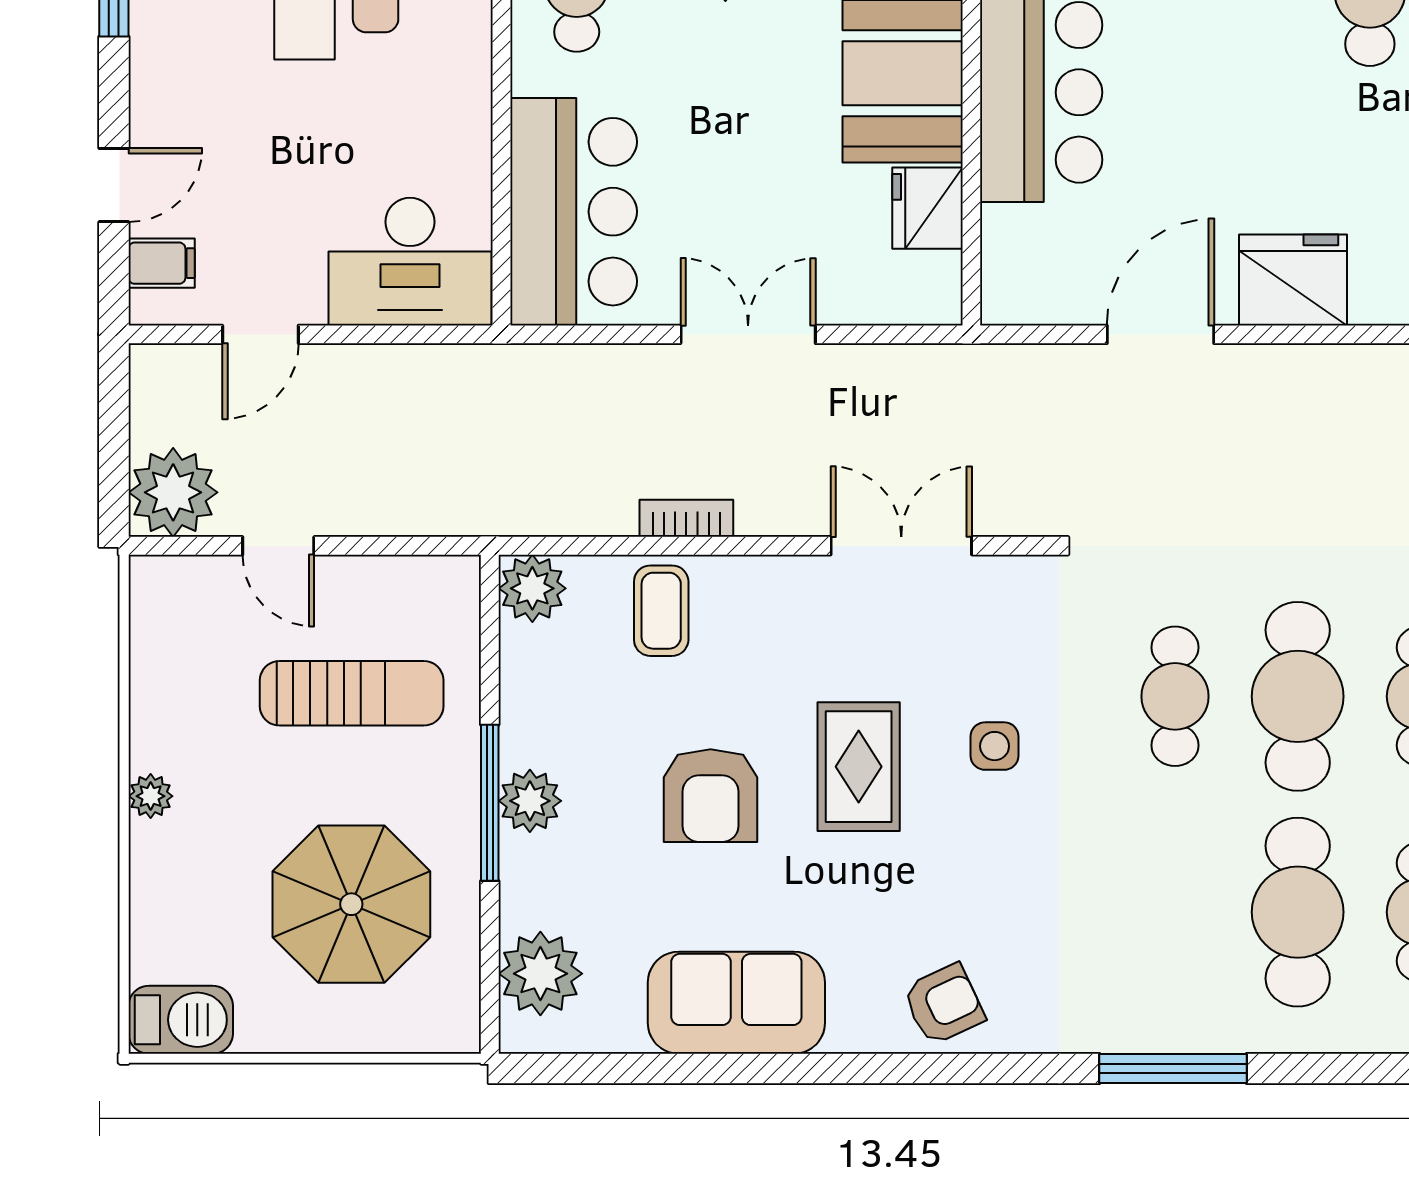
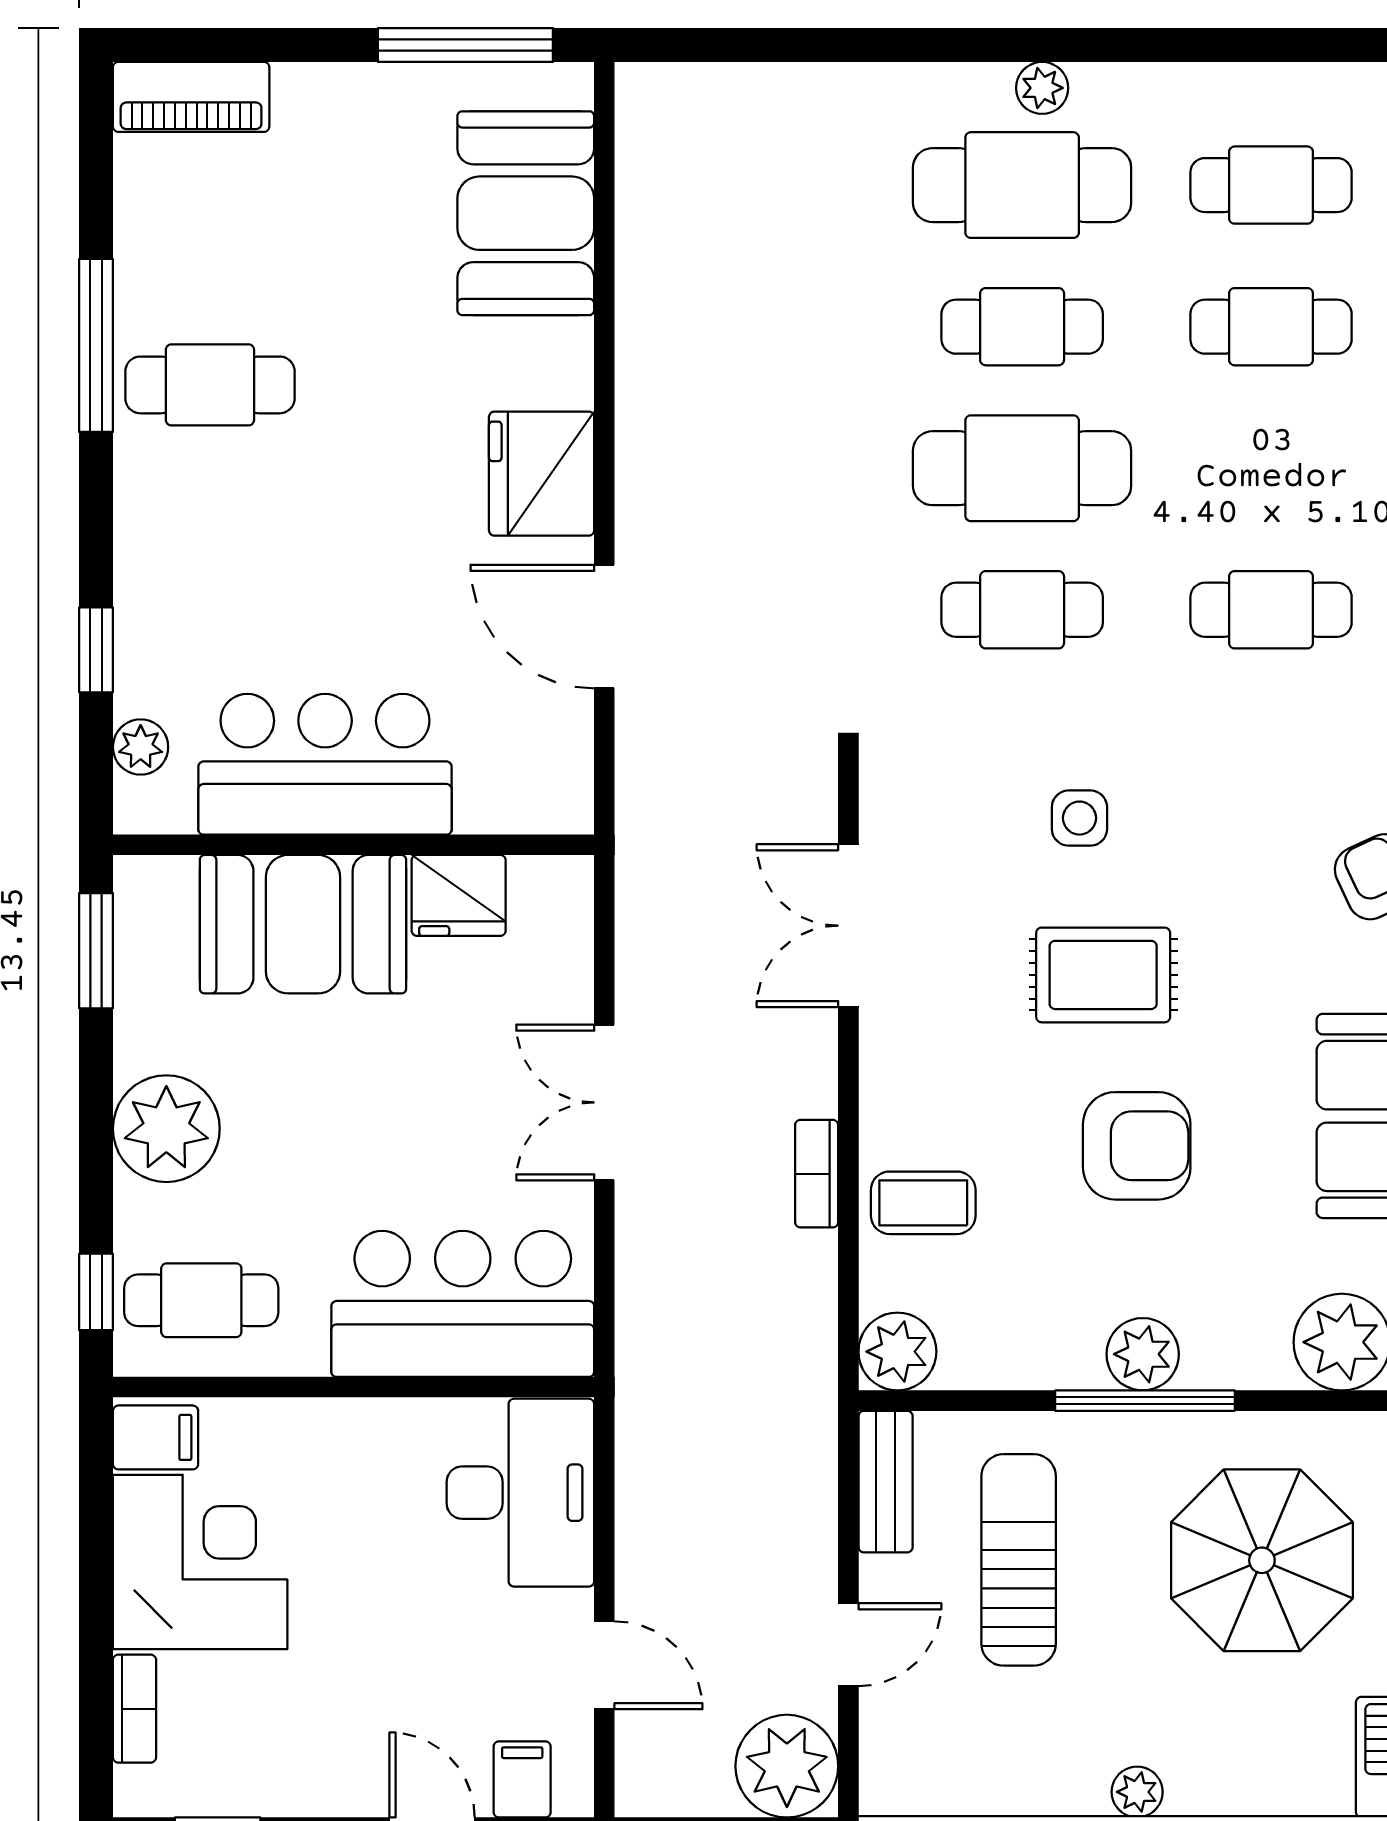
bench: (420, 578) -> (886, 1482), added
cafe table: (1298, 912) -> (1271, 610), moved, width x0.73, depth x0.74

